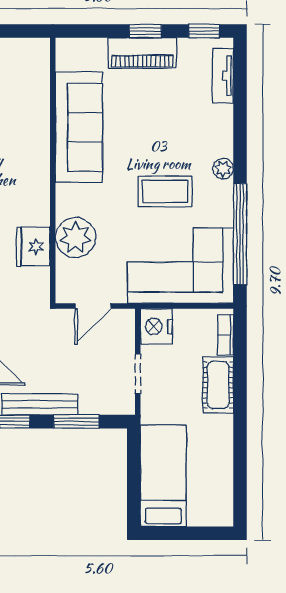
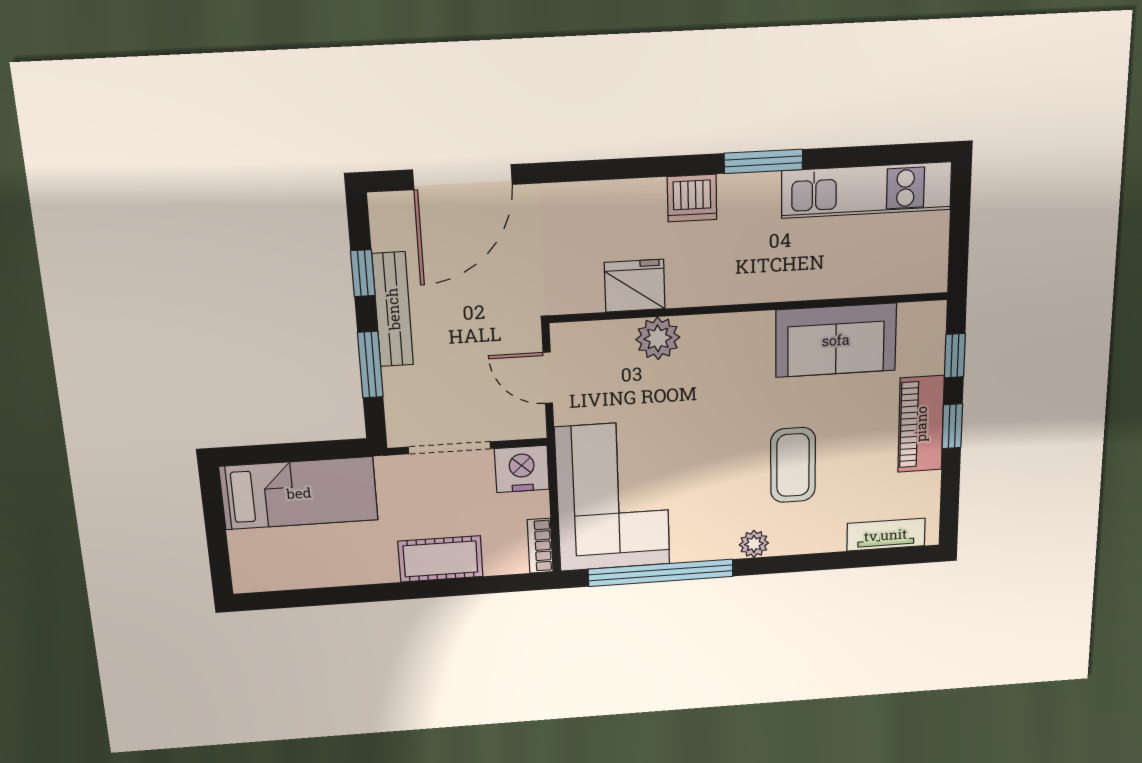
window: (204, 31) -> (955, 356), moved
sofa: (79, 127) -> (836, 340), width x0.73
coffee table: (165, 191) -> (793, 465), moved
plant: (75, 238) -> (658, 338), width x0.73, depth x0.73
bookcase: (225, 335) -> (540, 546), moved, turned -90
doorway: (138, 374) -> (449, 448), width x1.38

